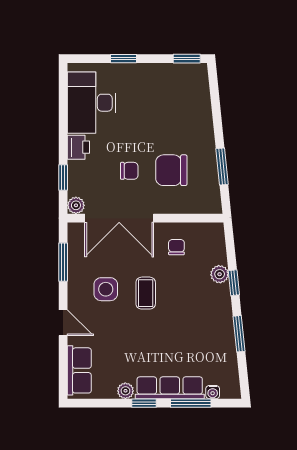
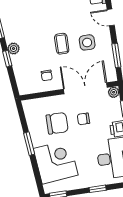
corner desk: (183, 110) -> (56, 162), added
window: (222, 166) -> (29, 144), moved
plant: (220, 274) -> (14, 49), moved

